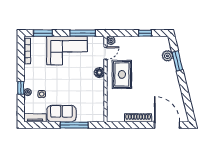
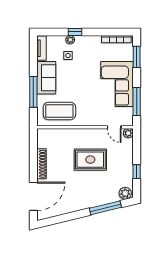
plant: (167, 56) -> (125, 193), moved
window: (177, 61) -> (105, 208), width x1.44
floor lamp: (99, 73) -> (92, 120), removed
rug: (122, 74) -> (90, 160), moved
coffee table: (91, 102) -> (59, 111), added

